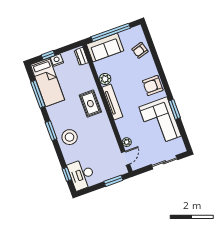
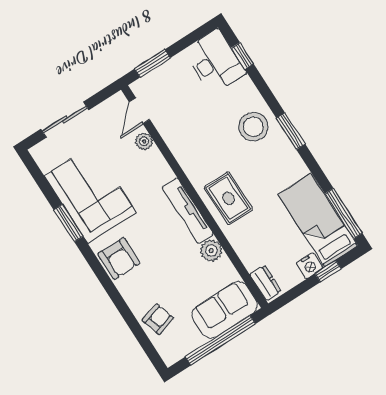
armchair: (153, 86) -> (119, 258), turned 90
window: (38, 94) -> (344, 213), moved

